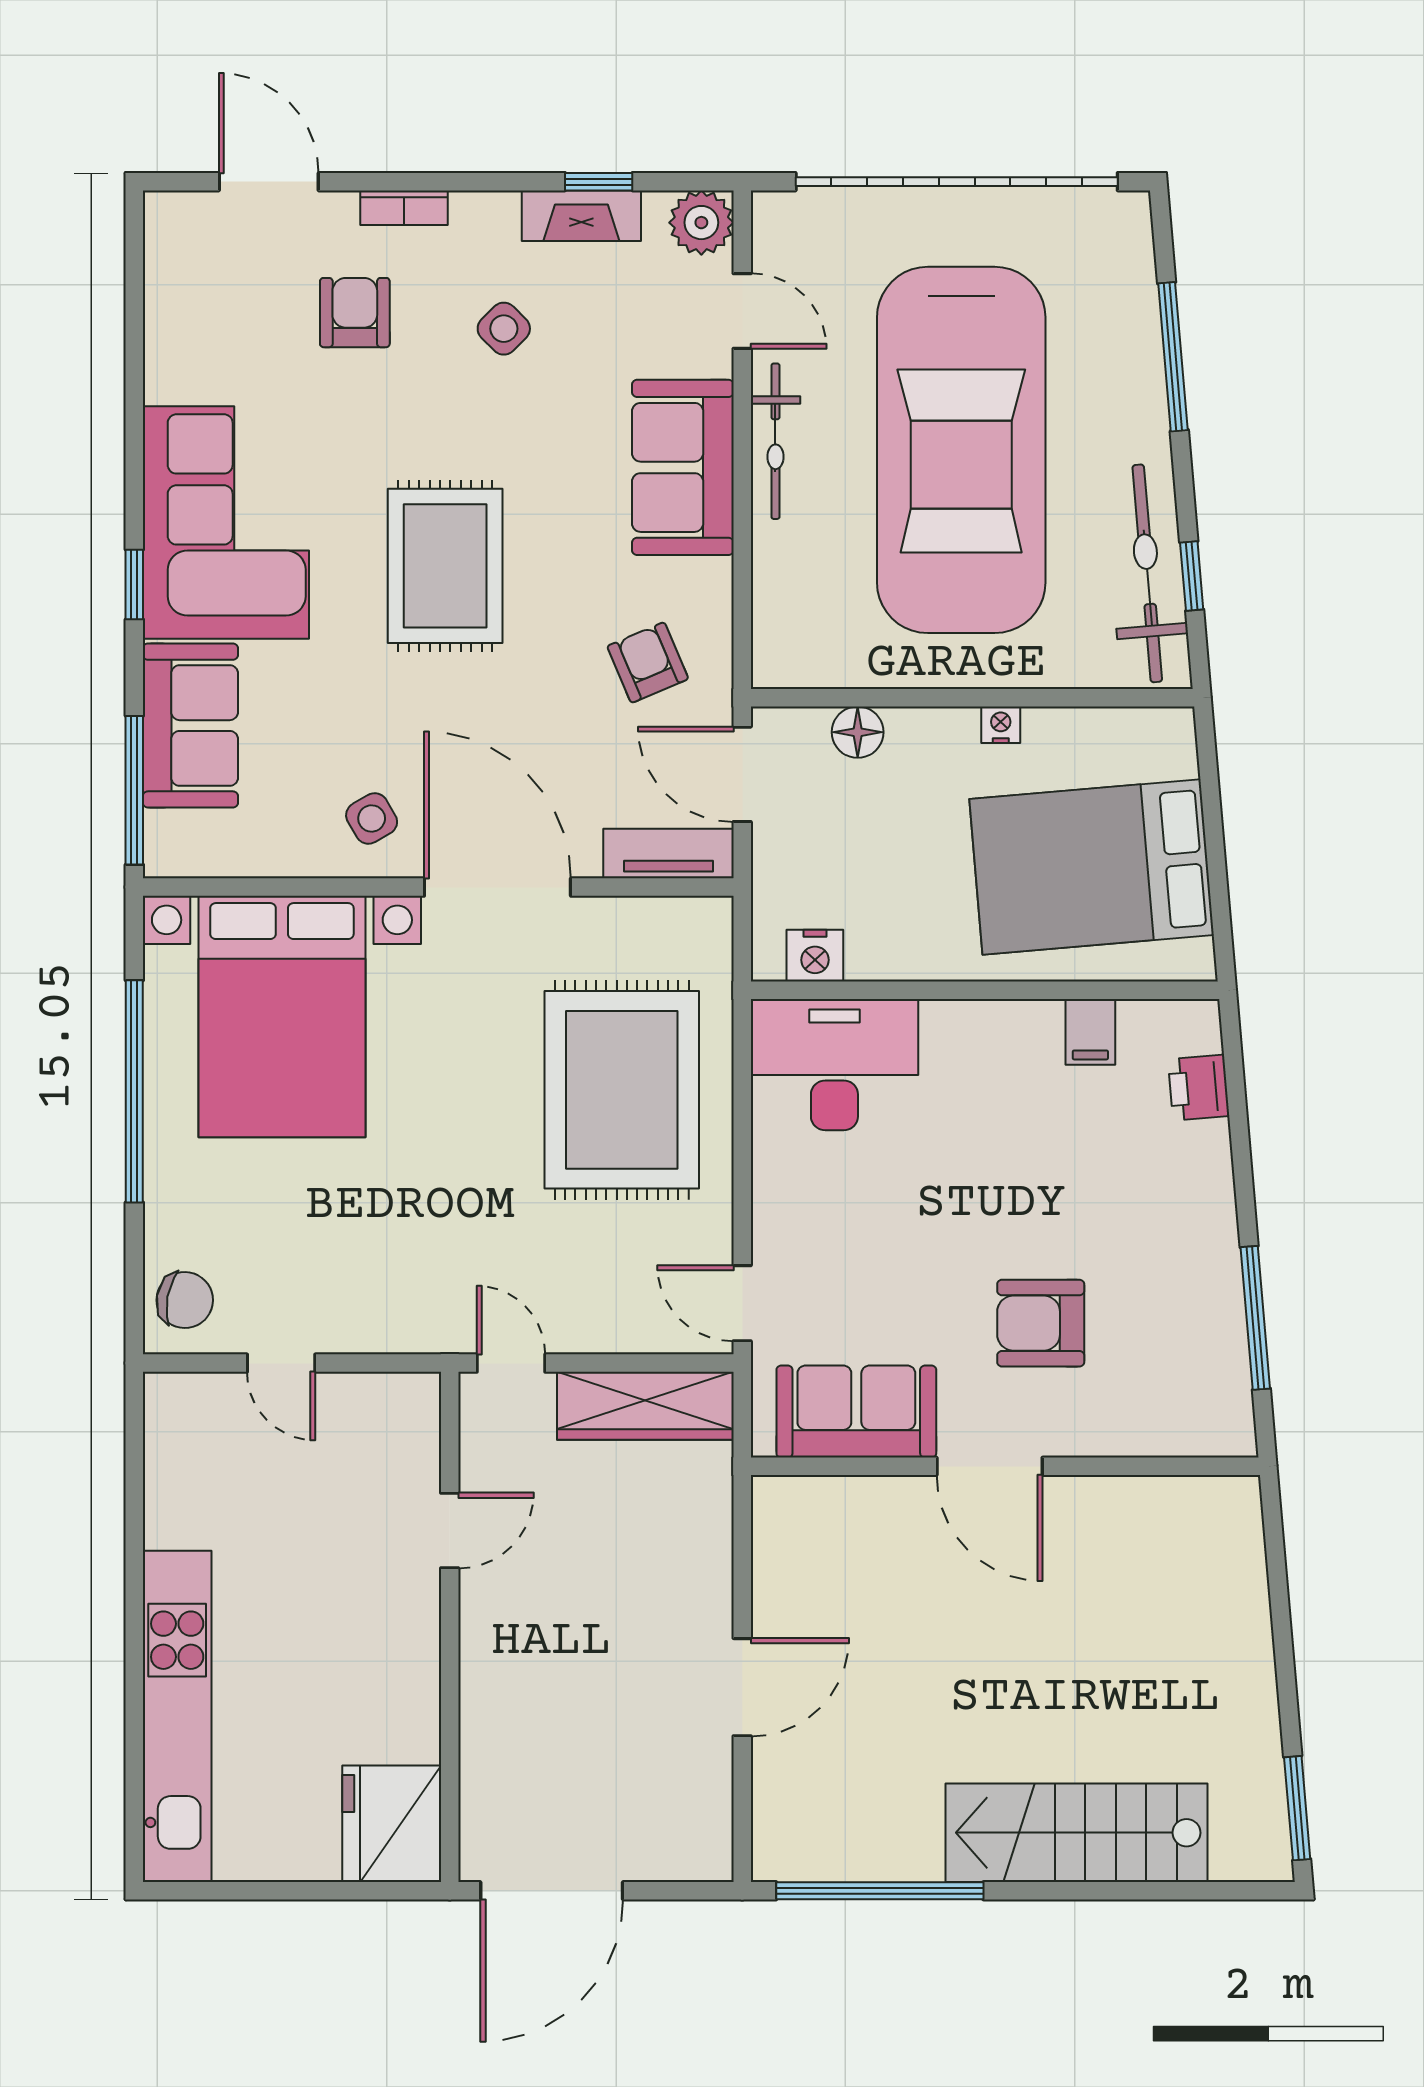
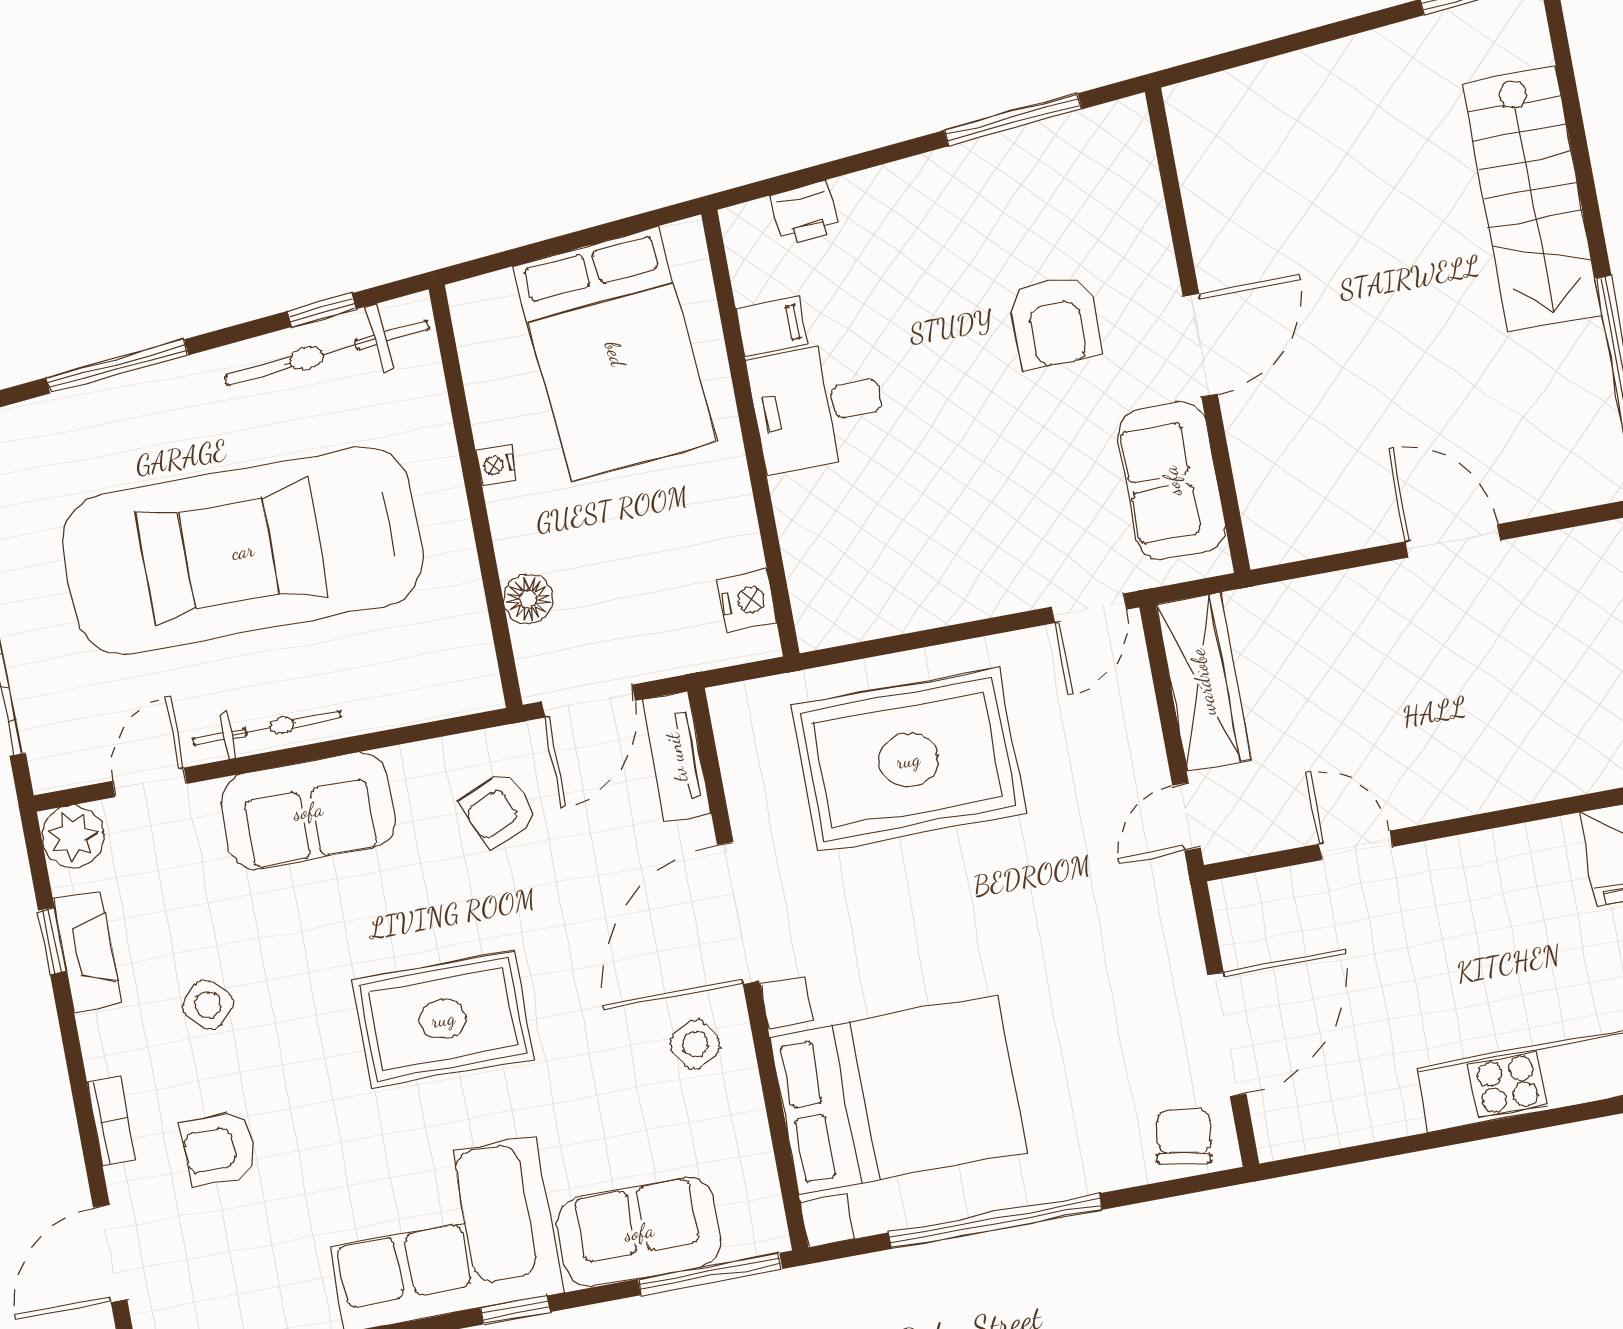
car: (961, 450) -> (243, 551), turned 180
desk: (834, 1065) -> (818, 406), moved, width x0.73
door: (281, 1363) -> (1227, 1034), width x1.88

